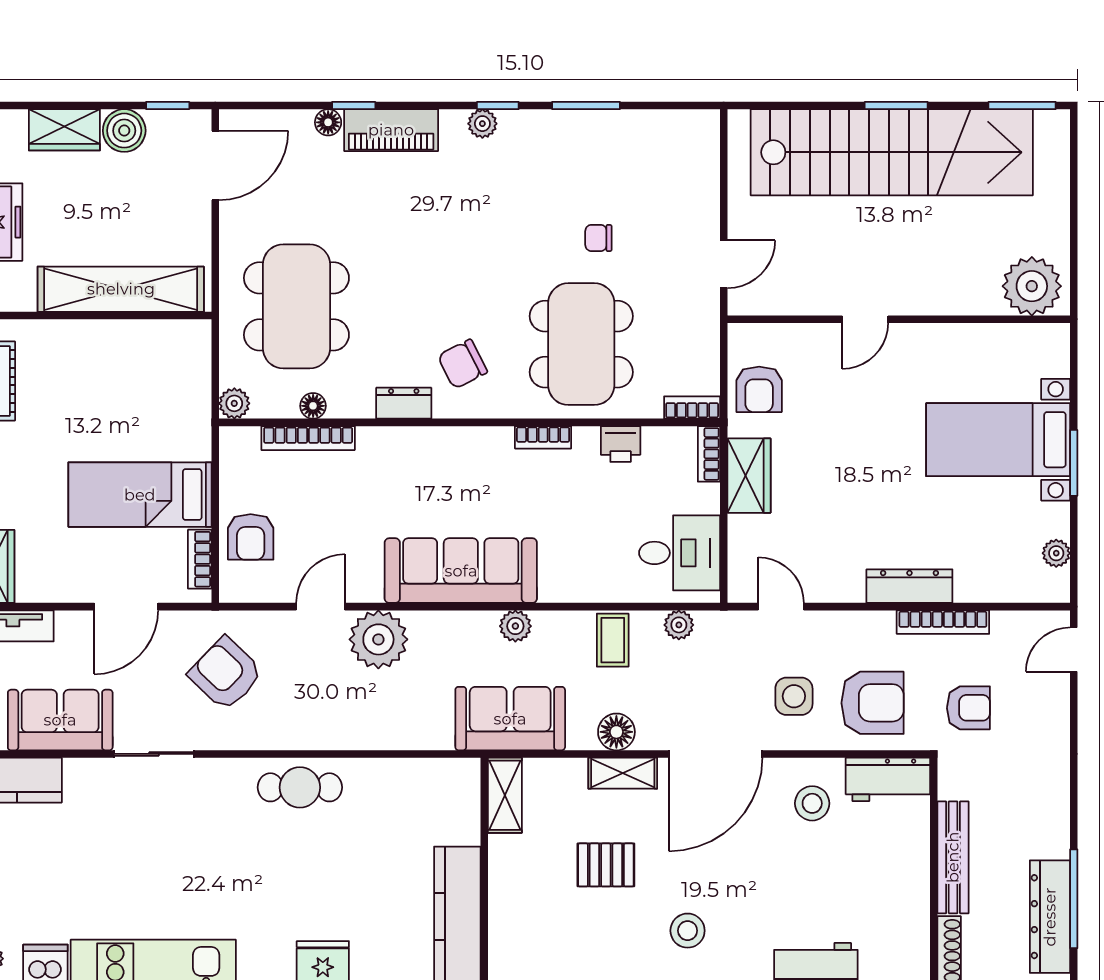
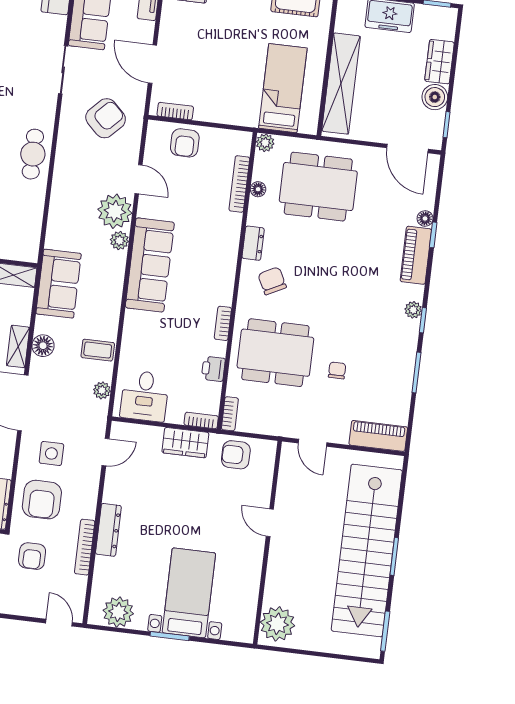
piano: (699, 156) -> (378, 436), added
bed: (140, 495) -> (283, 88), moved
armchair: (251, 537) -> (185, 143), turned -90
plant: (1056, 553) -> (118, 612), width x1.88, depth x1.88
plant: (515, 626) -> (119, 241), moved

